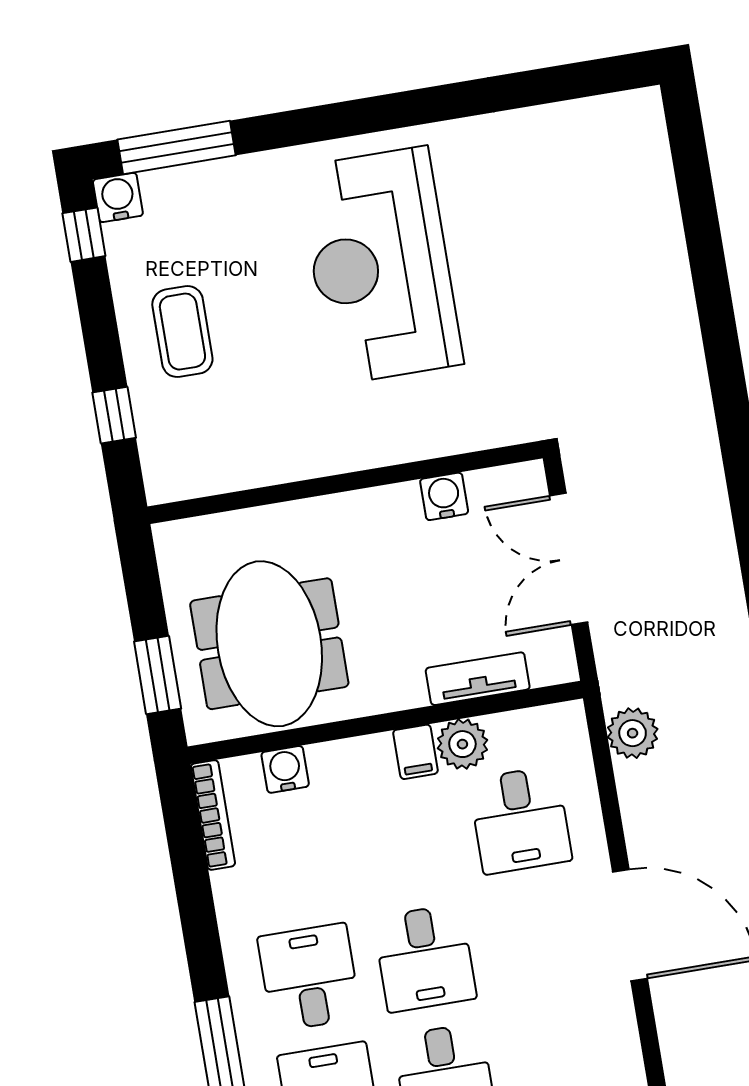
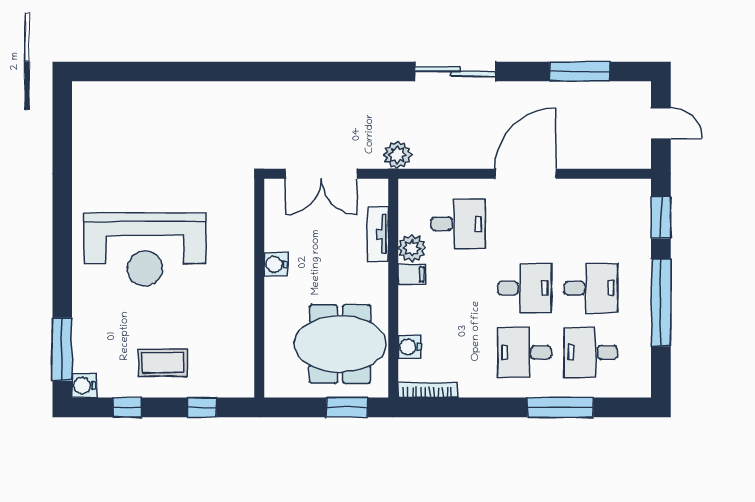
window: (84, 235) -> (127, 407), moved
water cooler: (444, 496) -> (276, 264), moved
plant: (633, 733) -> (397, 155), moved

